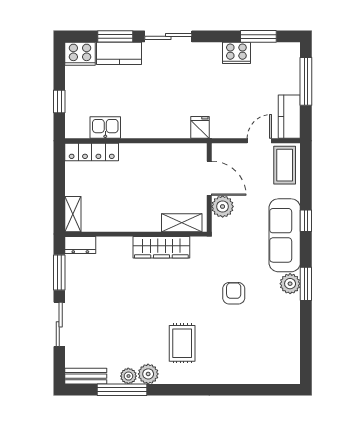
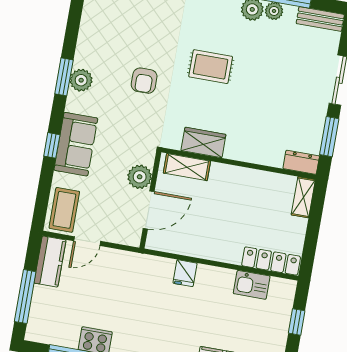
fridge: (200, 127) -> (185, 273), moved
door: (209, 178) -> (149, 210), swing flipped
sofa: (285, 235) -> (76, 144), width x0.73
wardrobe: (161, 247) -> (203, 142), width x0.67
rug: (182, 343) -> (211, 67), moved, turned 90

